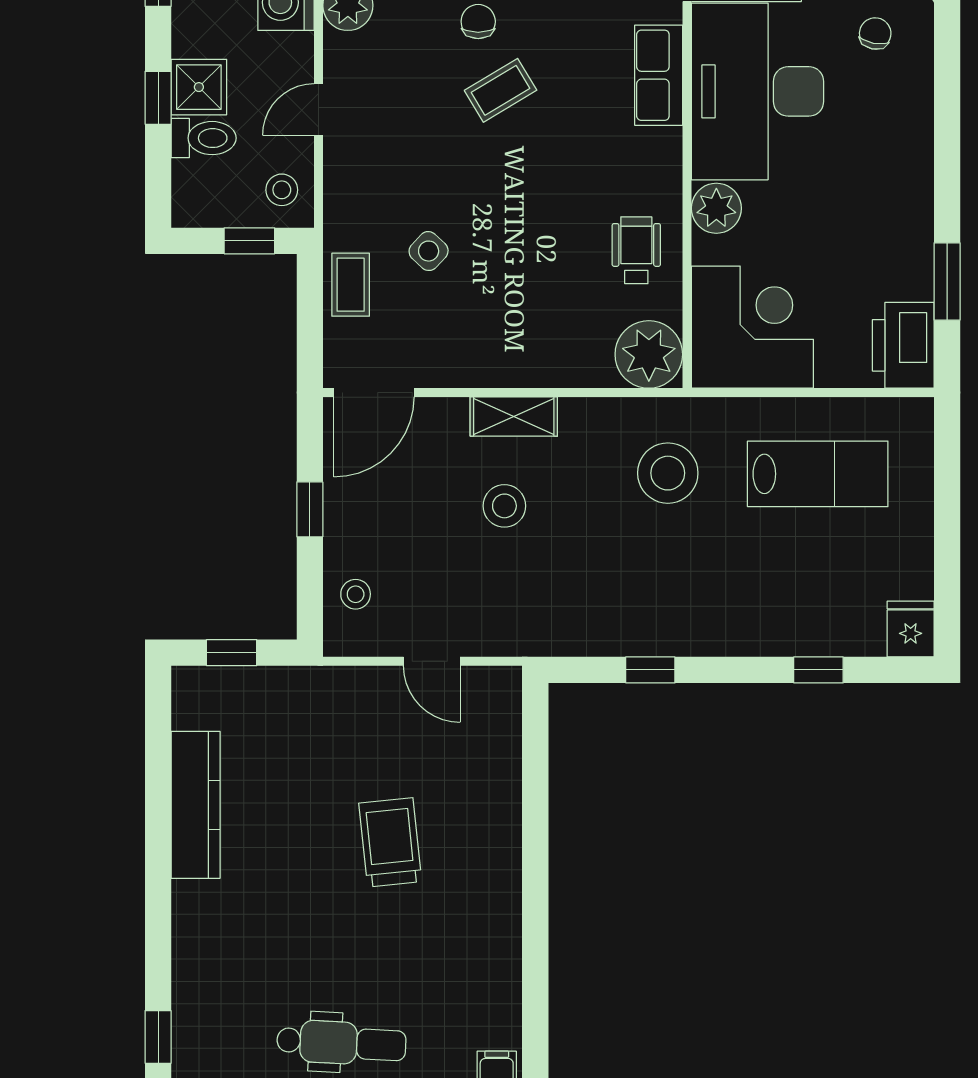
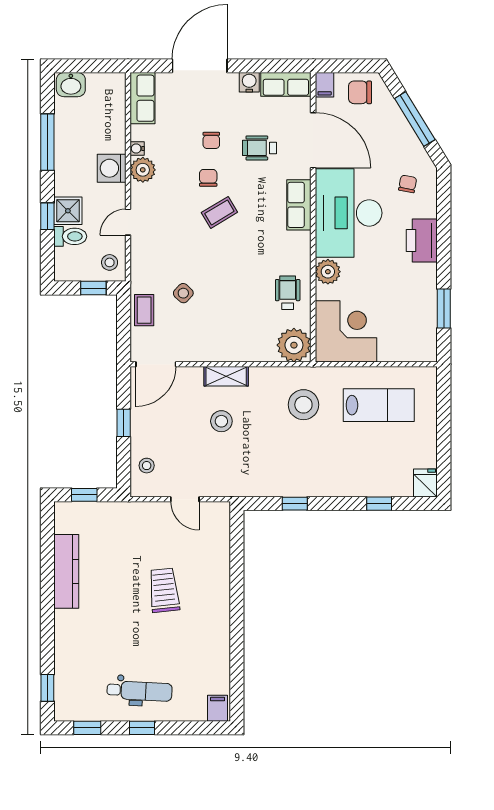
printer: (903, 345) -> (422, 241), moved

